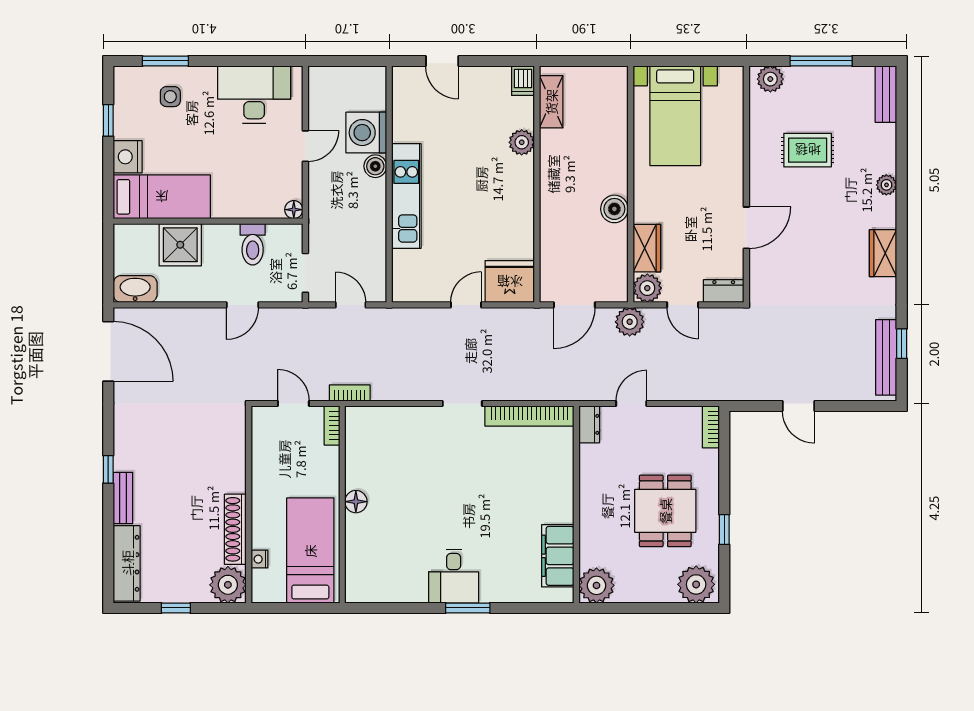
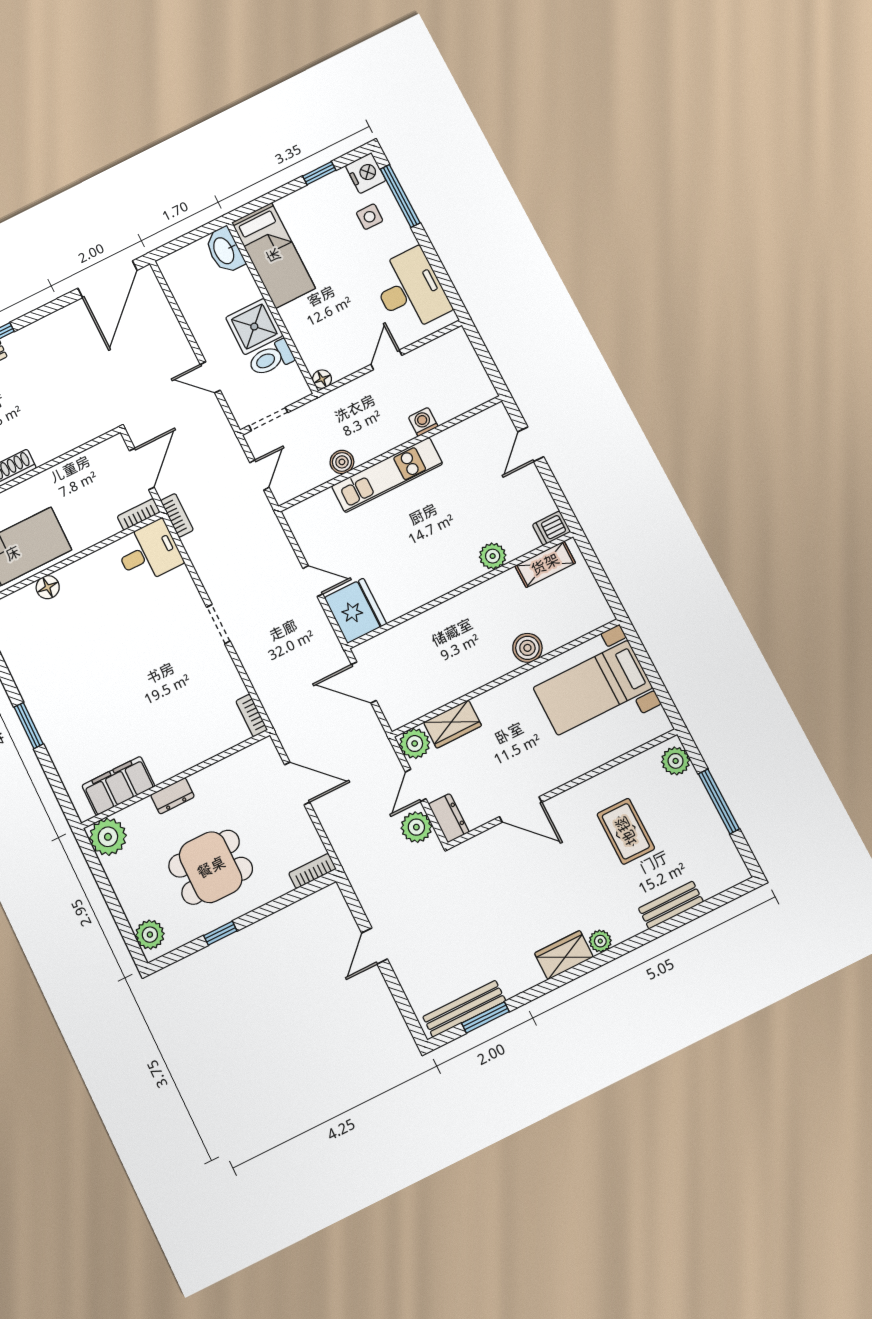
window: (165, 61) -> (400, 196), width x1.44
bench: (886, 94) -> (671, 905), moved
washing machine: (366, 133) -> (423, 422), width x0.53, depth x0.53
door: (305, 146) -> (386, 360), swing flipped
nightstand: (128, 157) -> (366, 173), moved, turned 90
boiler: (375, 166) -> (342, 462), moved
plant: (886, 185) -> (600, 941), moved
boiler: (614, 209) -> (527, 648), moved
shower: (180, 245) -> (254, 327), moved
washbasin: (135, 289) -> (224, 250), moved, turned 180
plant: (630, 322) -> (416, 827), moved
window: (902, 344) -> (485, 1017), width x1.50
door: (293, 403) -> (142, 469), width x1.38
door: (631, 403) -> (297, 783), width x1.38
bookcase: (529, 416) -> (252, 716), width x0.43, depth x0.76
dresser: (589, 424) -> (172, 796), moved
floor lamp: (356, 502) -> (48, 587), moved
desk: (454, 576) -> (149, 552), moved, turned 180
plant: (696, 584) -> (150, 935), width x0.73, depth x0.73

